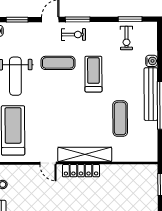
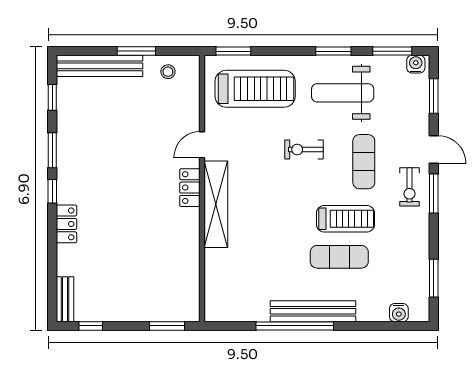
exercise bike: (126, 38) -> (304, 149), moved
water cooler: (152, 61) -> (399, 313), moved
exercise mat: (120, 118) -> (339, 257), moved
locker: (81, 171) -> (190, 188), width x0.66

